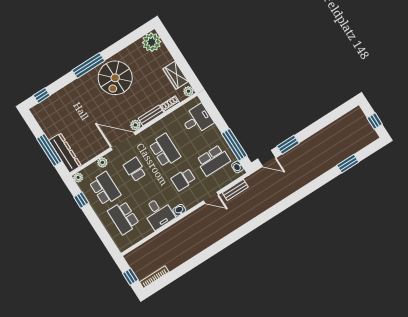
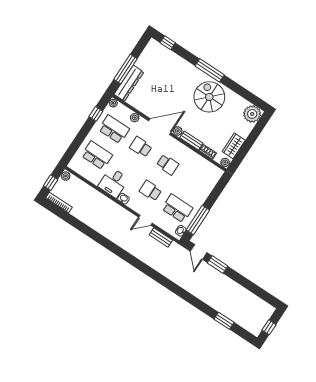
spiral stairs: (115, 78) -> (209, 97), turned 90
desk: (197, 120) -> (205, 180), removed
door: (123, 141) -> (160, 127), hinge flipped
school desk: (165, 150) -> (168, 165), width x0.54
school desk: (213, 160) -> (177, 208), turned 180
school desk: (135, 169) -> (141, 147), turned -90
school desk: (105, 189) -> (114, 129), turned -90
door: (211, 198) -> (145, 220), hinge flipped
school desk: (124, 218) -> (97, 155), turned 90
plant: (130, 259) -> (66, 176), added

